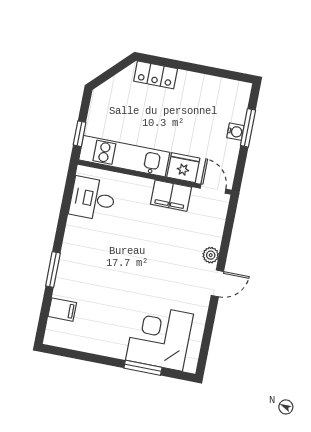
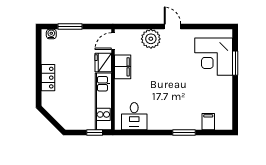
locker: (156, 75) -> (48, 78), moved
water cooler: (235, 132) -> (51, 34), moved
plant: (211, 255) -> (151, 39), width x1.88, depth x1.88

